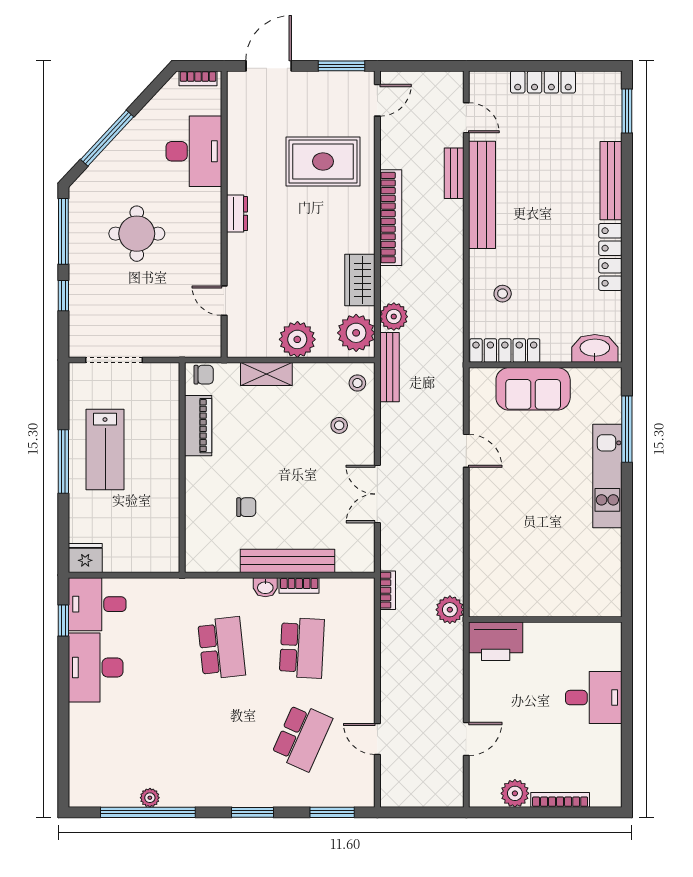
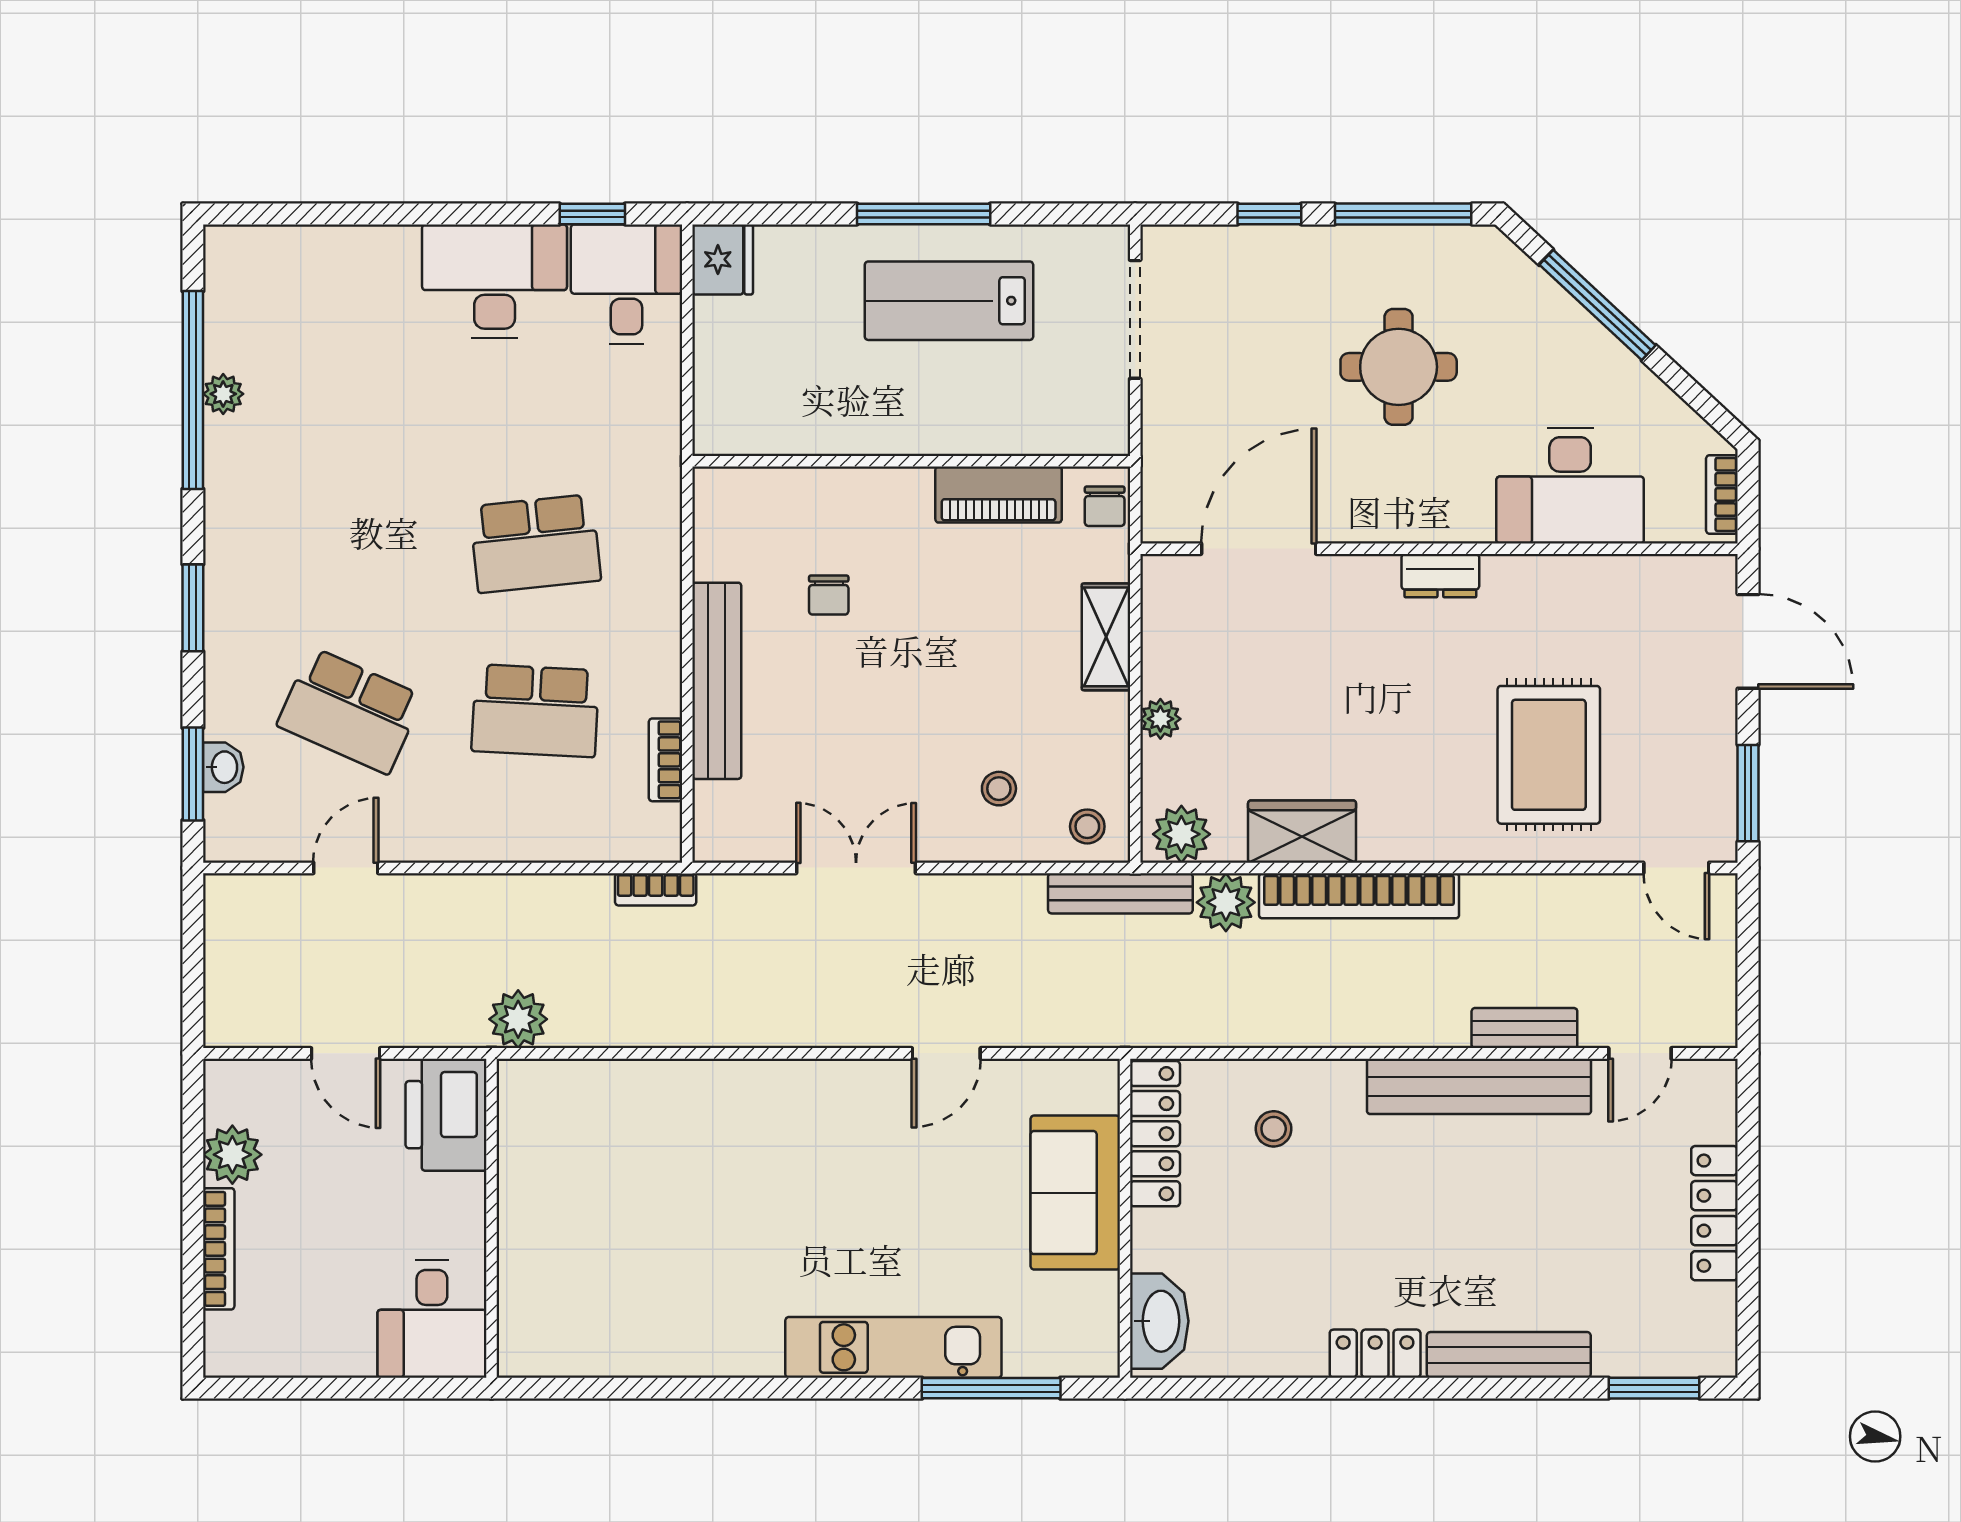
bookcase: (391, 218) -> (1359, 896), moved
locker: (610, 257) -> (1375, 1354), width x0.66
door: (224, 301) -> (1259, 549), width x1.87
plant: (356, 333) -> (1181, 834), width x0.73, depth x0.73
plant: (297, 339) -> (1160, 719), width x0.53, depth x0.53
bookcase: (299, 585) -> (665, 760), moved
washbasin: (265, 587) -> (223, 767), moved, turned 180
plant: (450, 610) -> (518, 1019), moved
wall: (545, 620) -> (492, 1218), moved
printer: (496, 641) -> (446, 1115), moved

